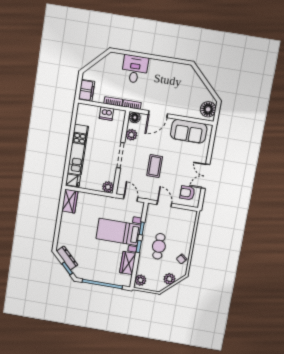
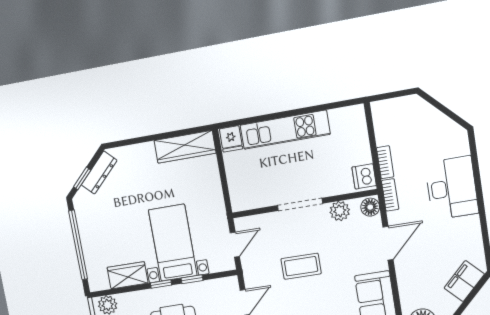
desk: (135, 69) -> (452, 188), width x1.37
filing cabinet: (87, 90) -> (464, 281), moved, turned 135
dishwasher: (106, 114) -> (364, 176), moved
door: (158, 114) -> (388, 243), swing flipped
plant: (108, 187) -> (240, 201), removed
wardrobe: (70, 201) -> (185, 147), width x1.50

